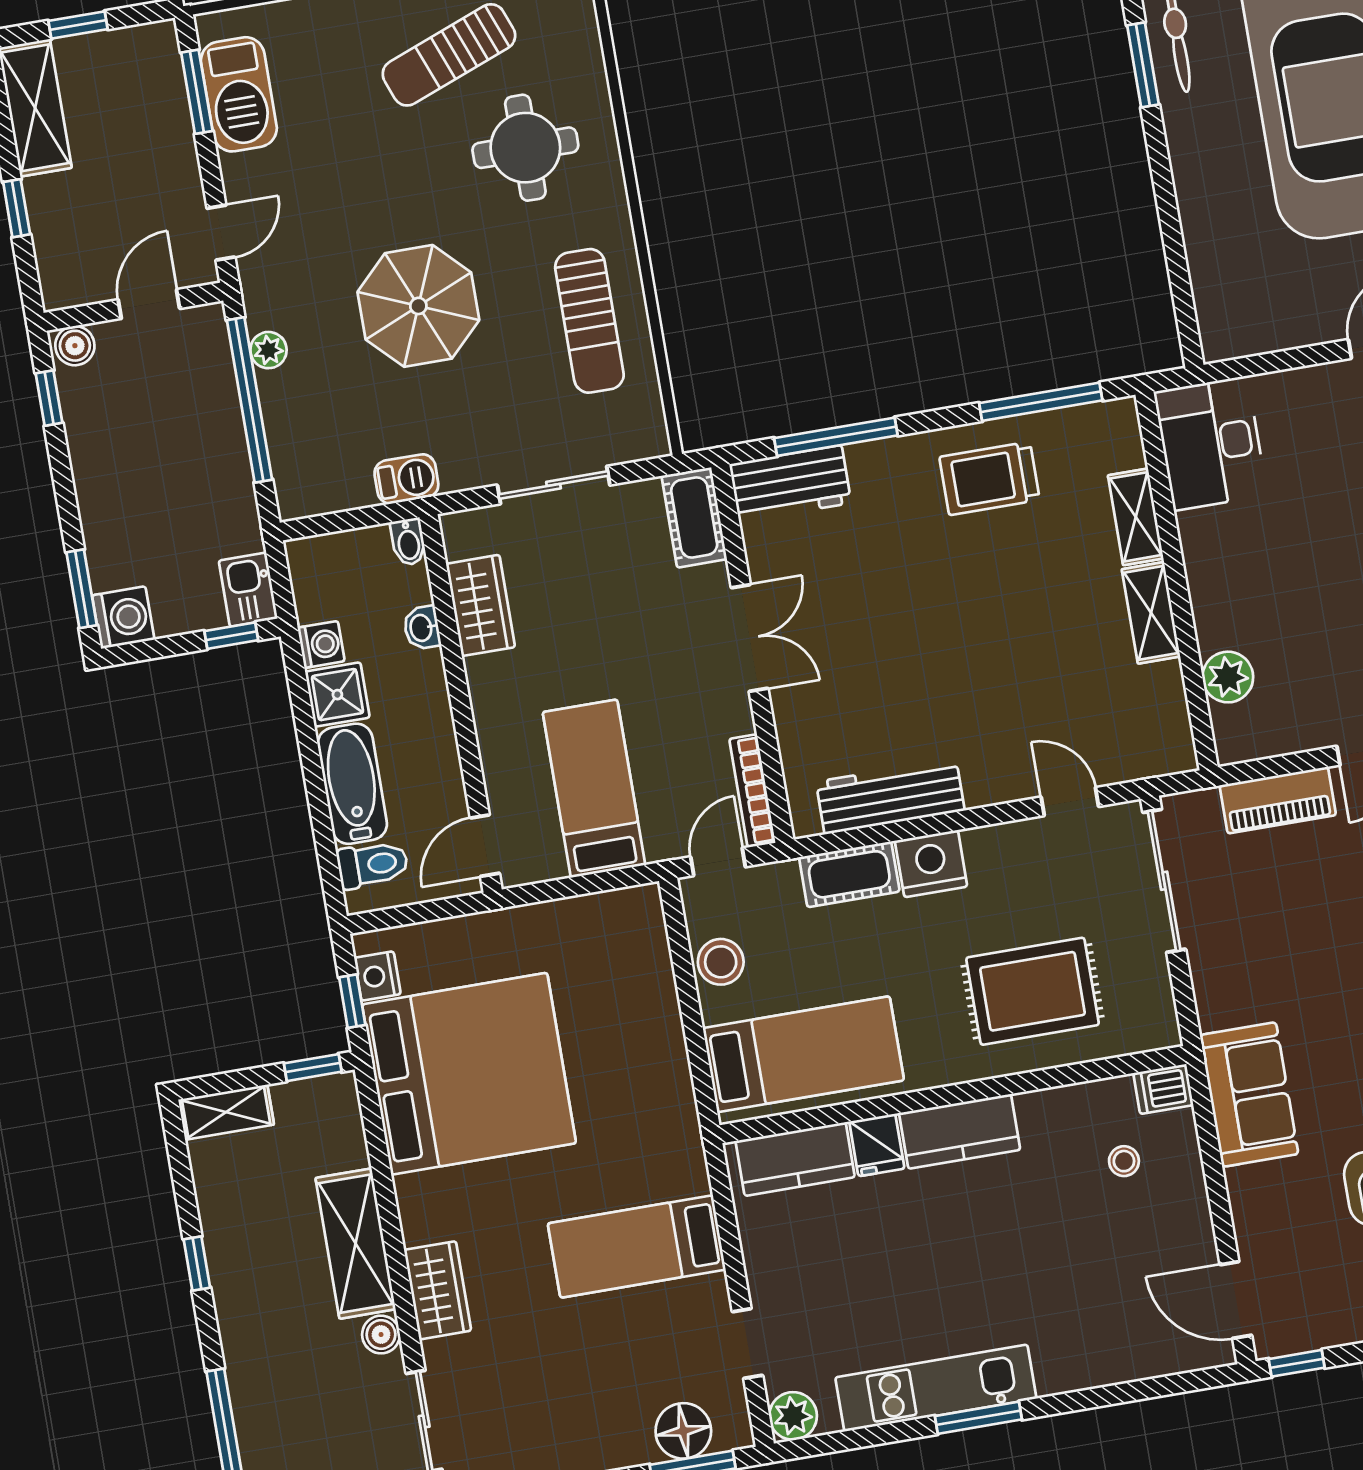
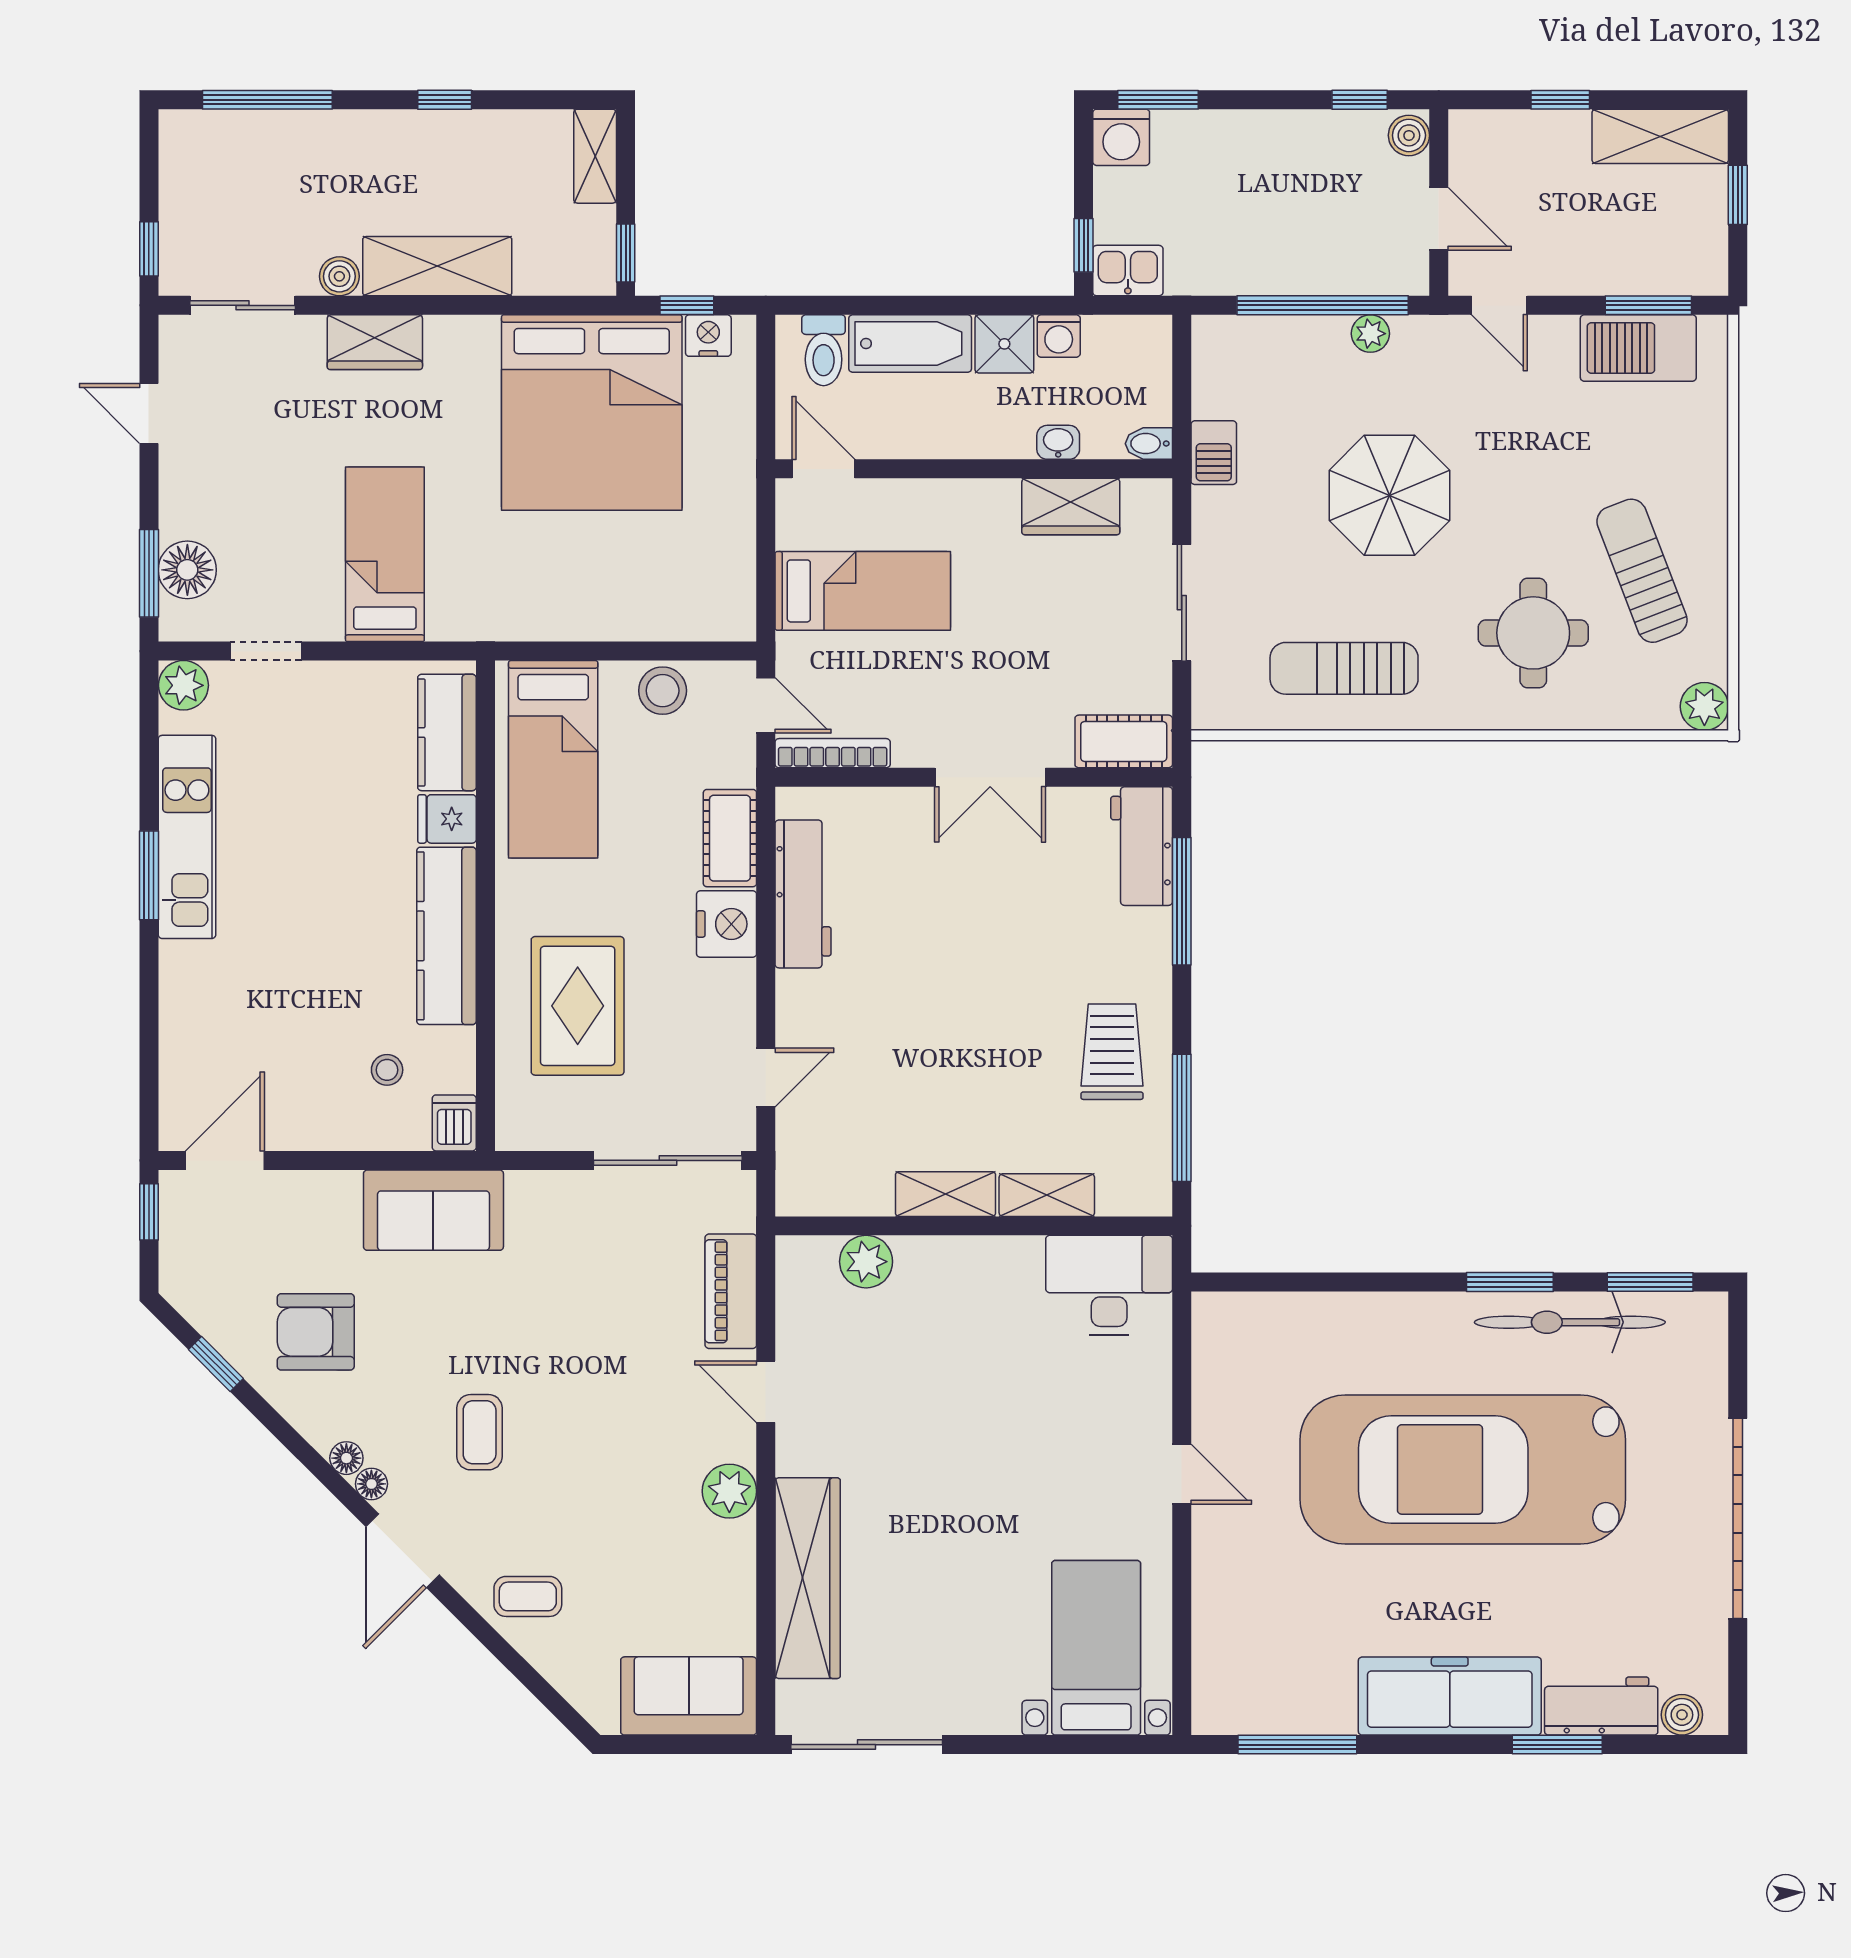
kitchen counter: (960, 1131) -> (446, 936), width x1.50

